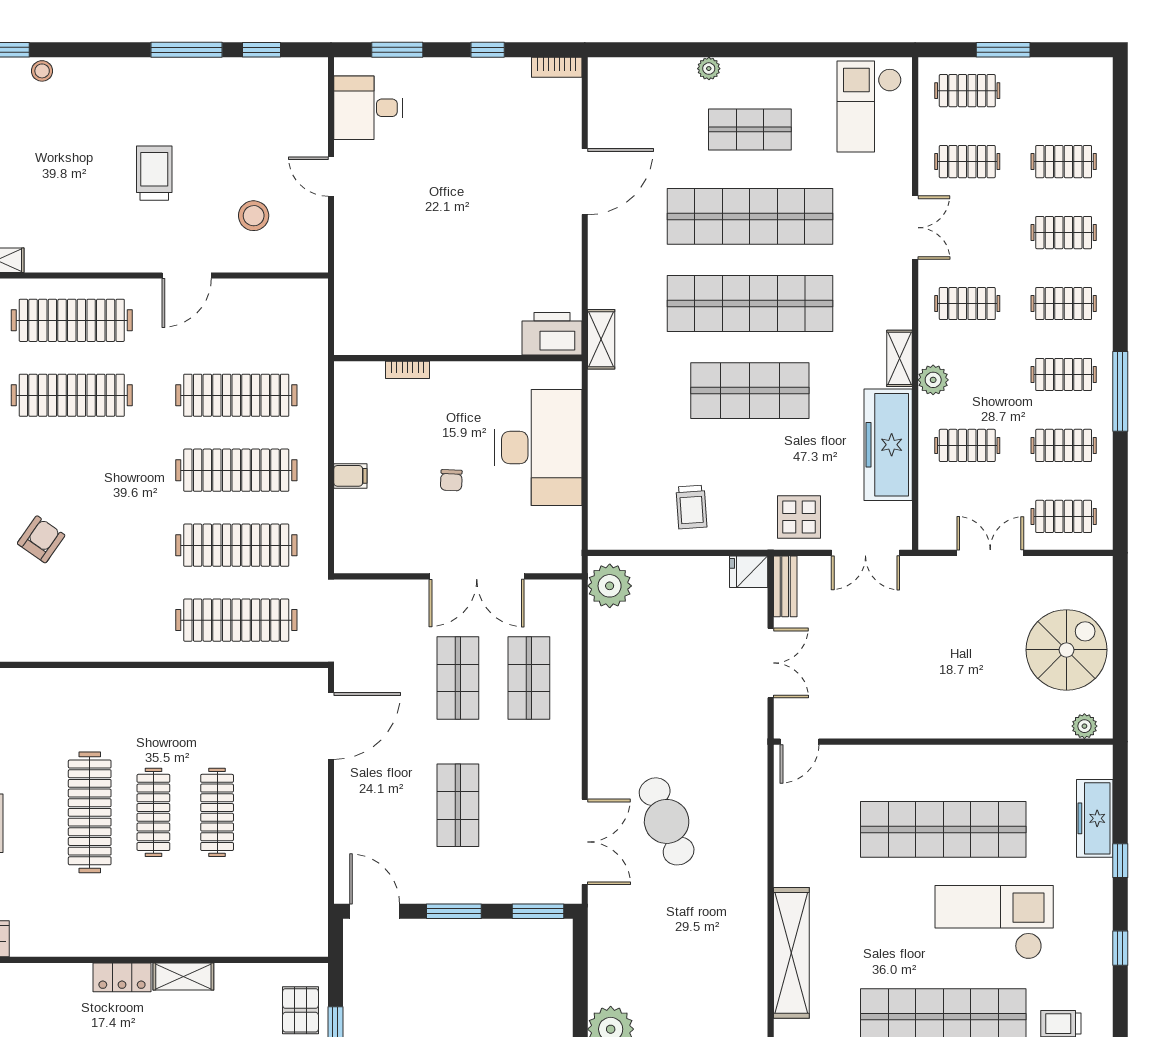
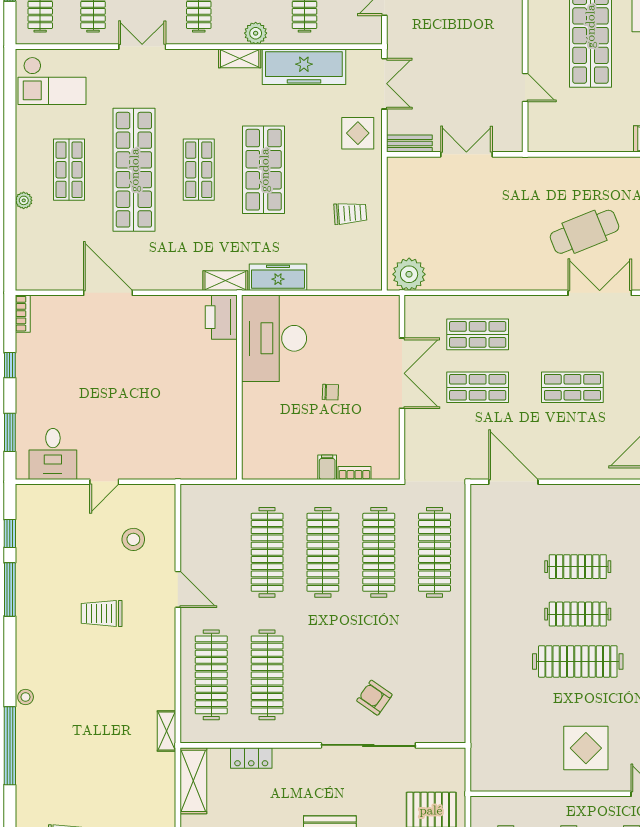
shop shelf: (750, 304) -> (199, 170), width x0.50, depth x0.74
bookcase: (408, 370) -> (354, 473), moved, turned -90
freezer: (606, 410) -> (278, 277), added
desk: (538, 447) -> (274, 338), moved, turned -90
fridge: (749, 572) -> (398, 171), removed
door: (799, 742) -> (525, 88), moved

